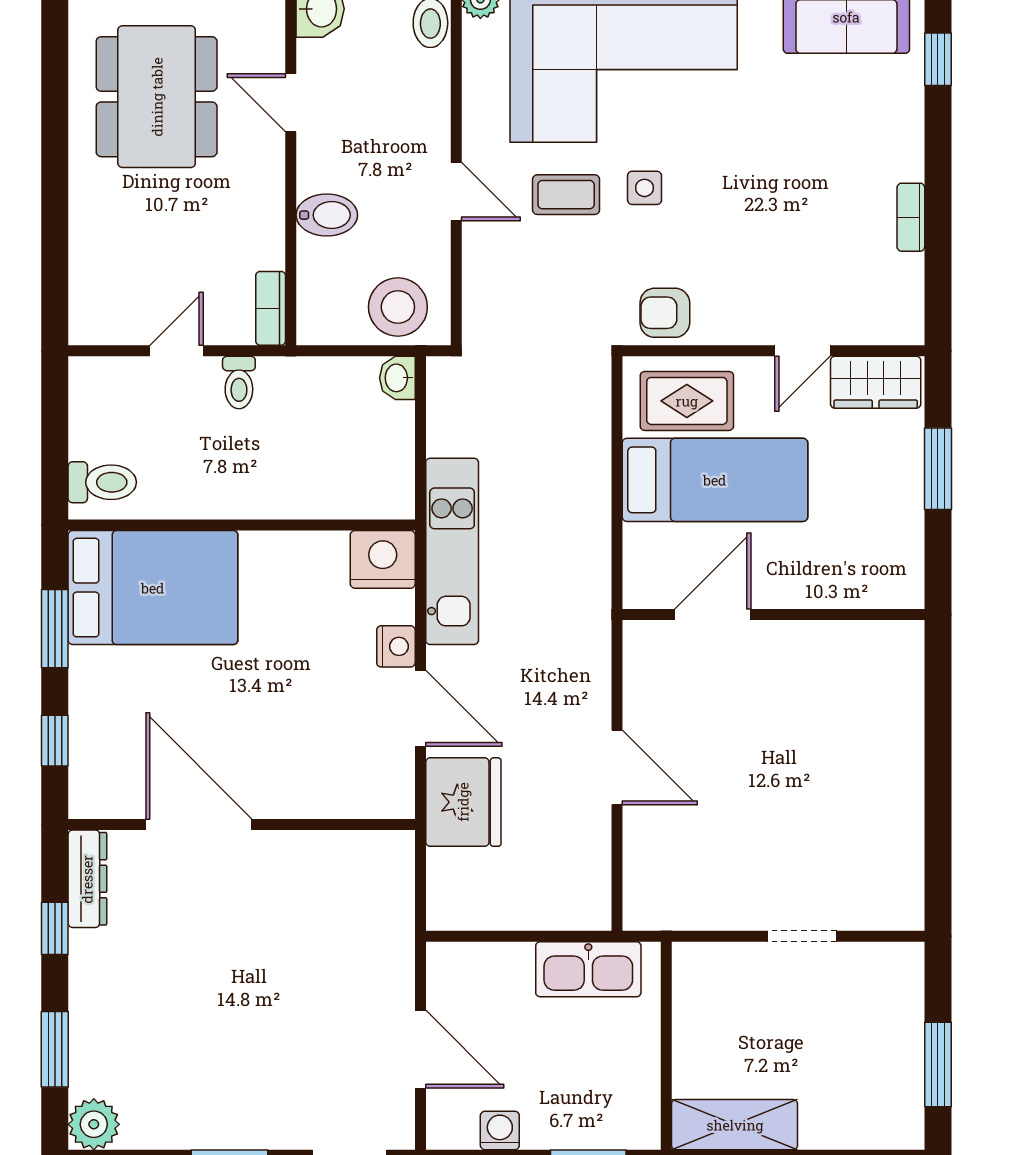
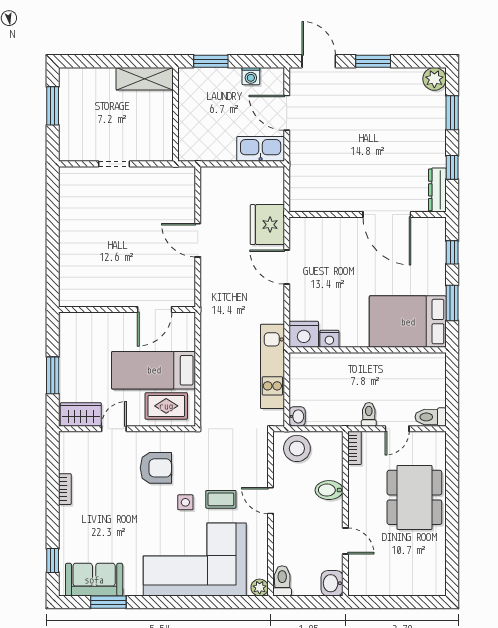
dining table: (157, 97) -> (414, 497), moved
armchair: (665, 313) -> (156, 468), moved, width x1.38, depth x1.38
toilet: (102, 482) -> (431, 417), moved
kitchen unit: (452, 551) -> (272, 366), moved
nightstand: (396, 646) -> (329, 339), moved, turned -90
kitchen sink: (588, 969) -> (261, 149), moved

